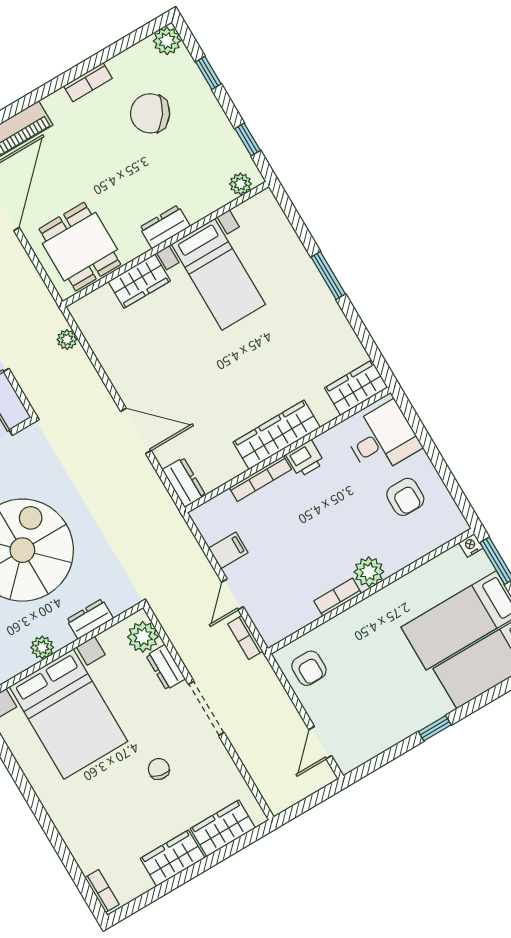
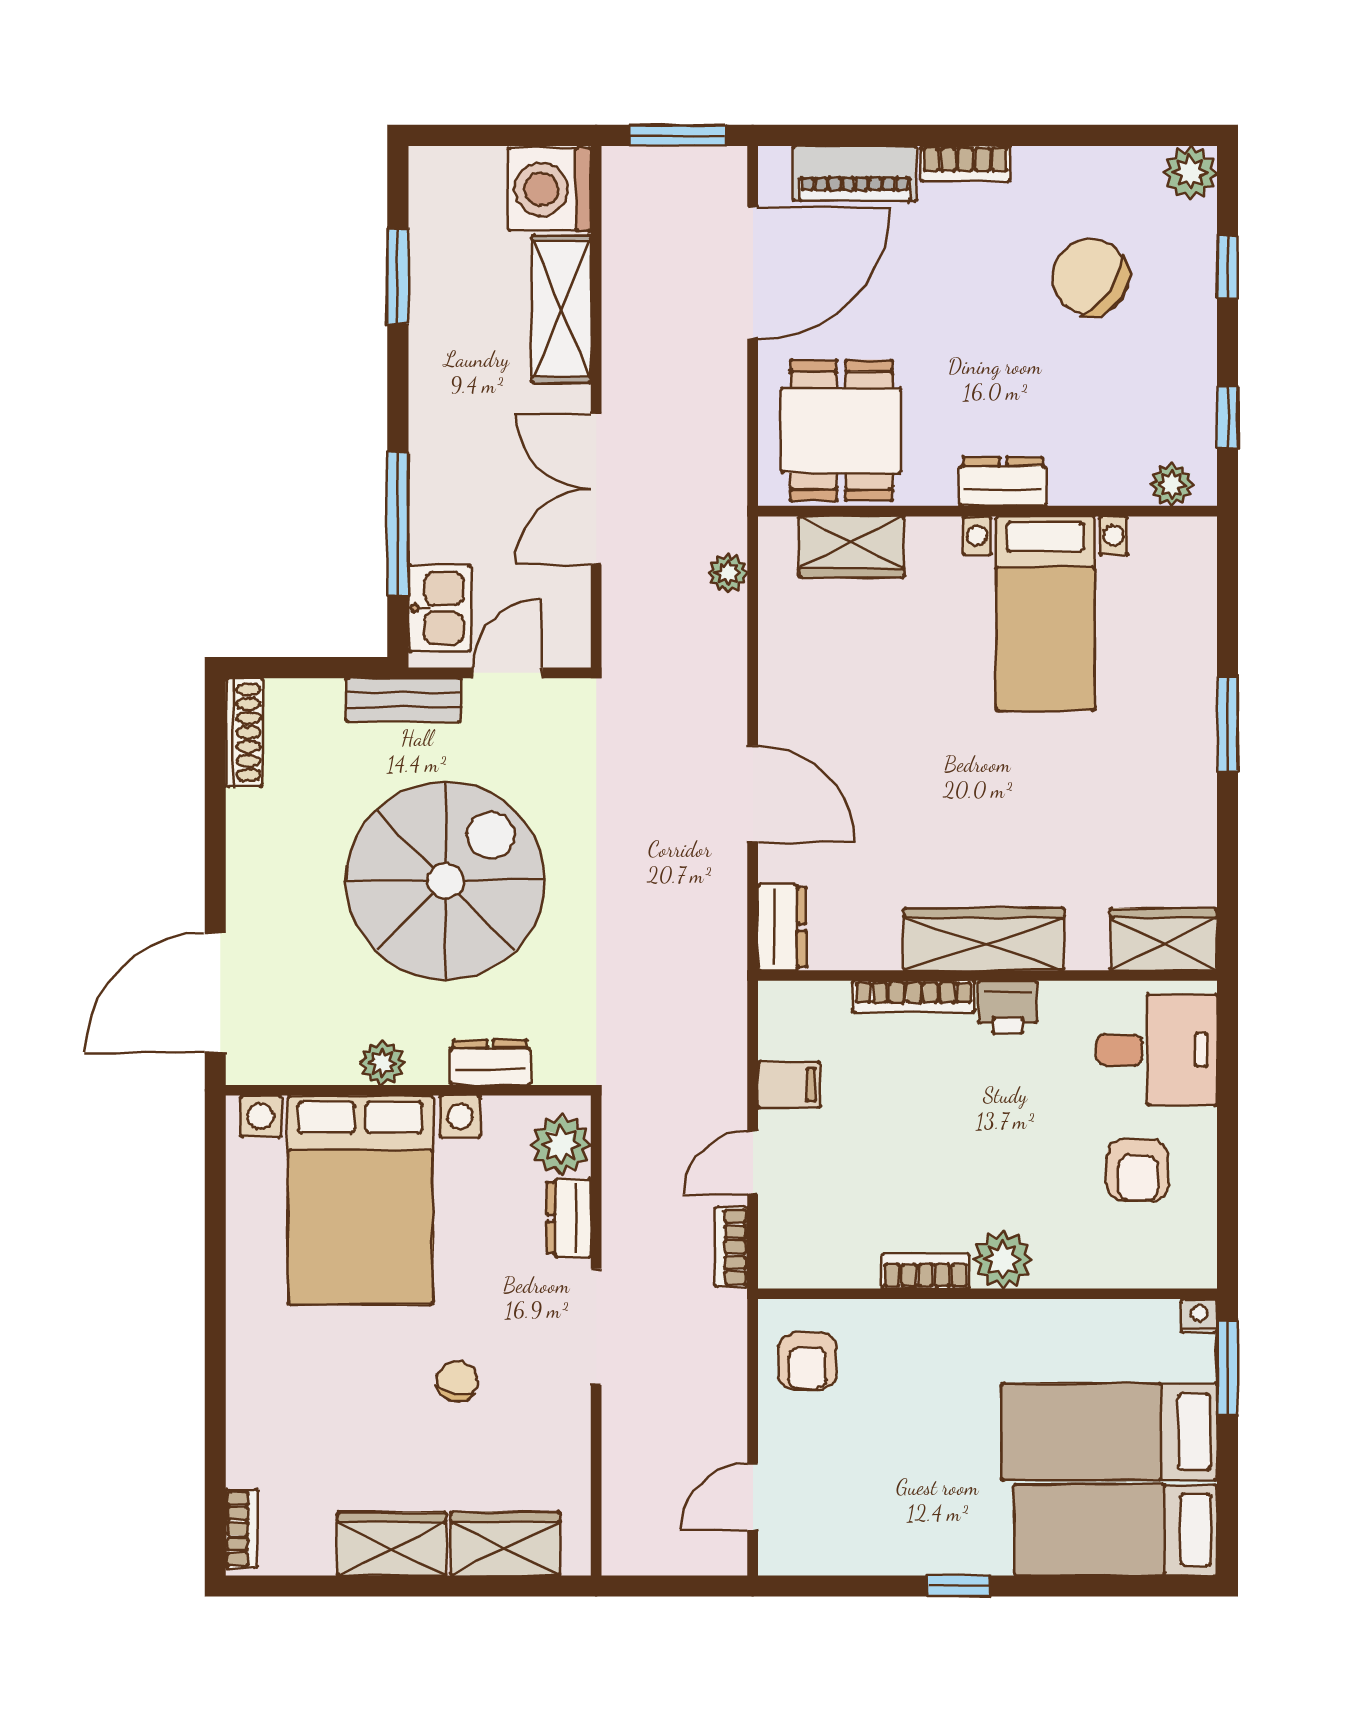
bookcase: (88, 82) -> (965, 164), moved
wardrobe: (139, 281) -> (851, 547), moved

